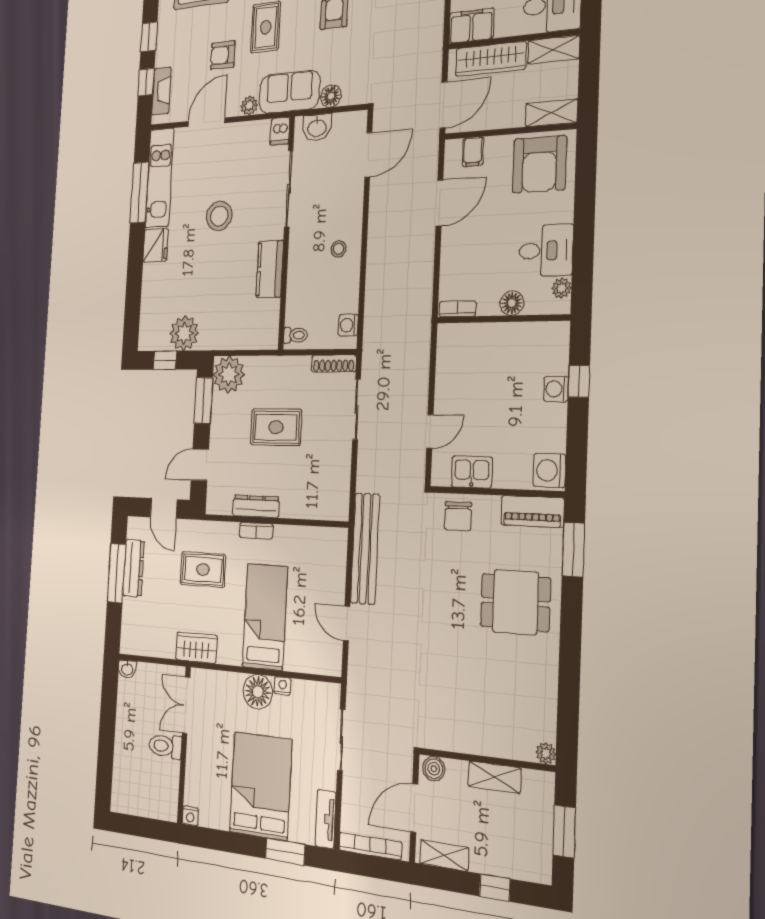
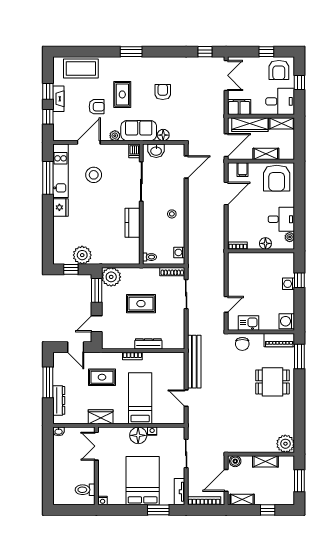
armchair: (223, 55) -> (97, 107), turned 180
fireplace: (161, 91) -> (58, 99), moved
shelving: (551, 113) -> (266, 154), moved
stool: (219, 216) -> (94, 175), moved
dresser: (256, 506) -> (148, 344), moved
dresser: (134, 568) -> (59, 400), moved
toilet: (165, 746) -> (85, 490), moved
plant: (546, 753) -> (285, 444), width x1.87, depth x1.87

